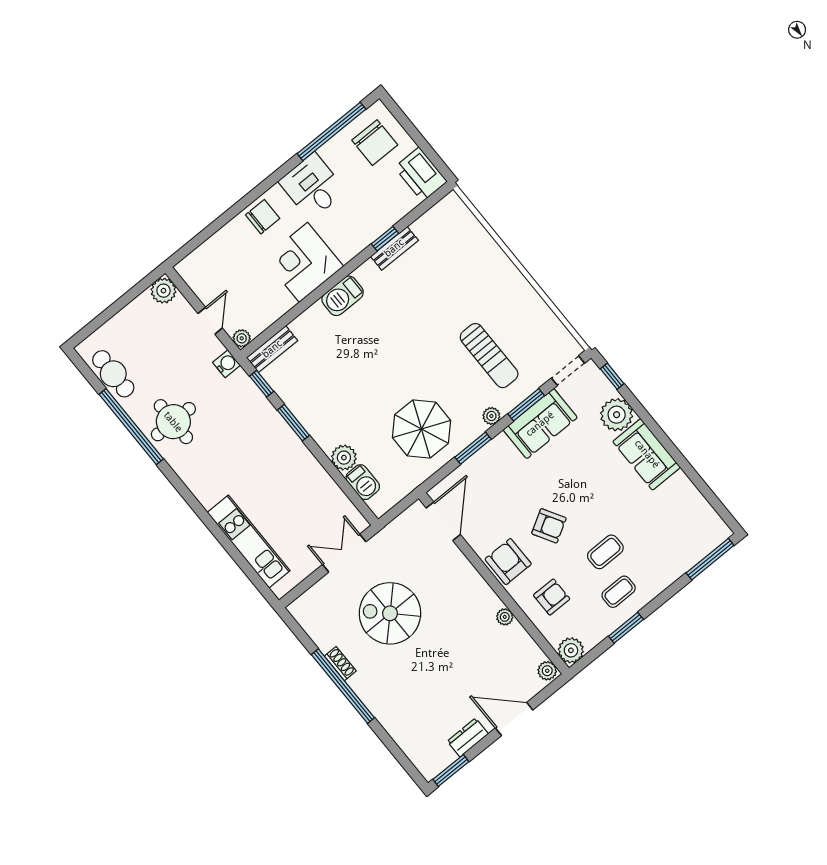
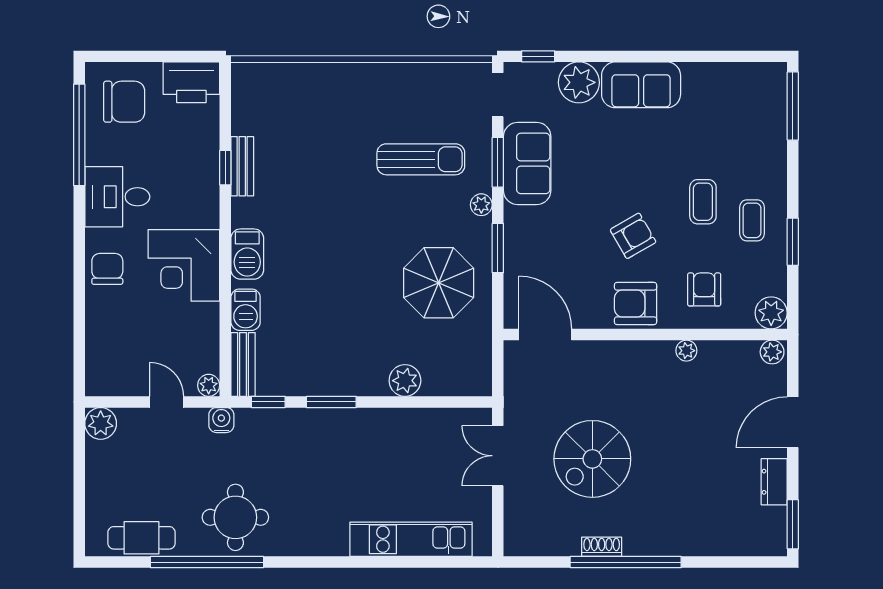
barbecue: (363, 482) -> (246, 310), moved, turned 90

